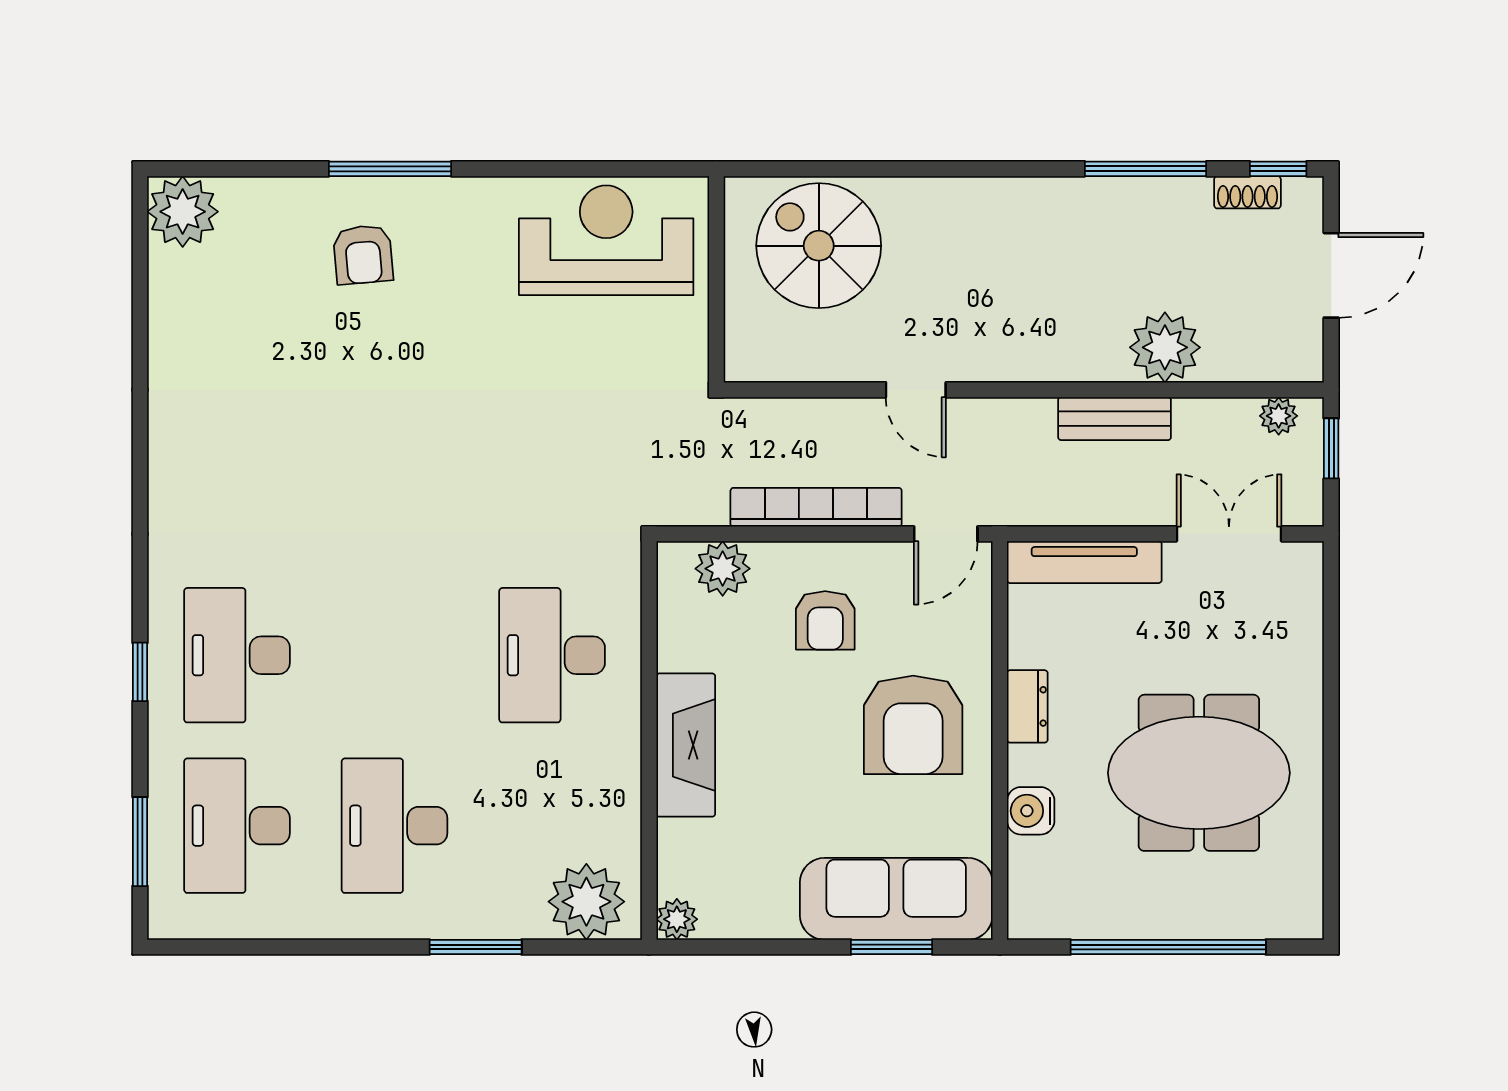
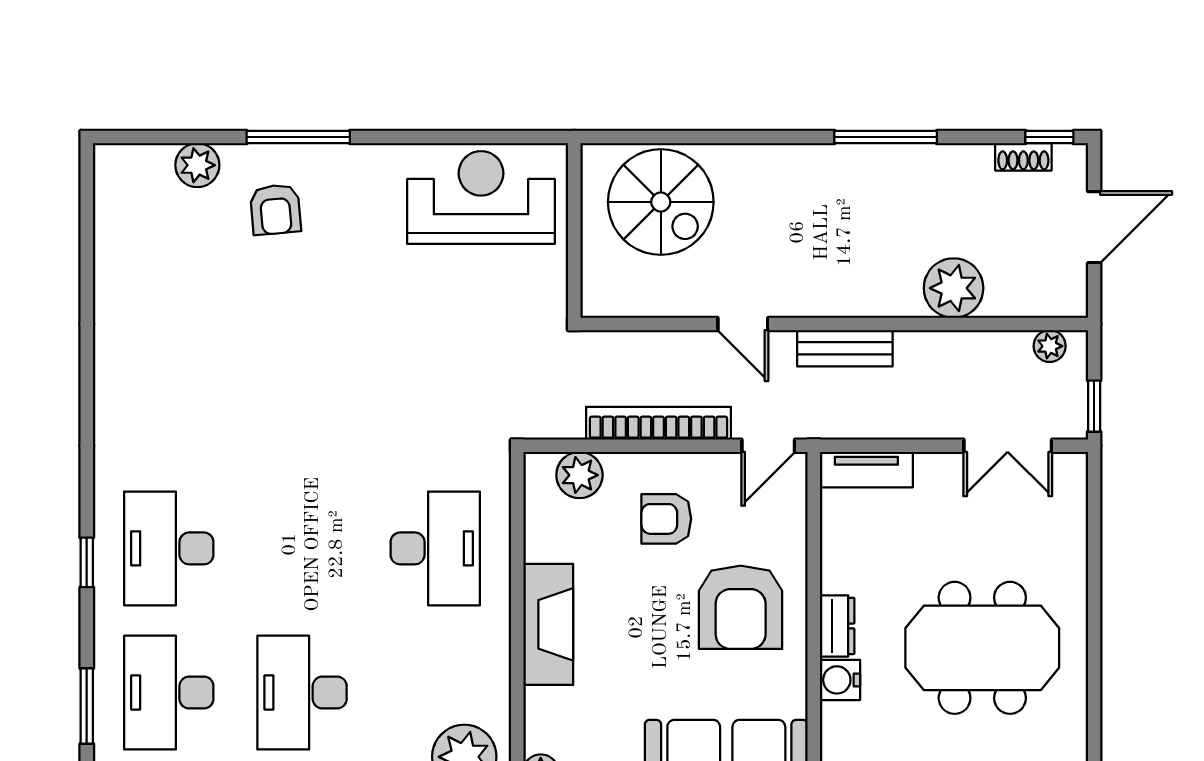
window: (1145, 169) -> (886, 137), moved
plant: (183, 212) -> (197, 165), moved, width x0.73, depth x0.73
spiral stairs: (819, 246) -> (661, 202), turned 180
bench: (1115, 419) -> (845, 348), moved
window: (1331, 448) -> (1094, 406), moved
double door: (1229, 534) -> (1008, 446), swing flipped
tv unit: (1084, 562) -> (866, 470), width x0.71
armchair: (825, 620) -> (666, 519), turned 90
desk: (552, 655) -> (435, 548), turned 180
dresser: (1027, 706) -> (837, 626), moved

